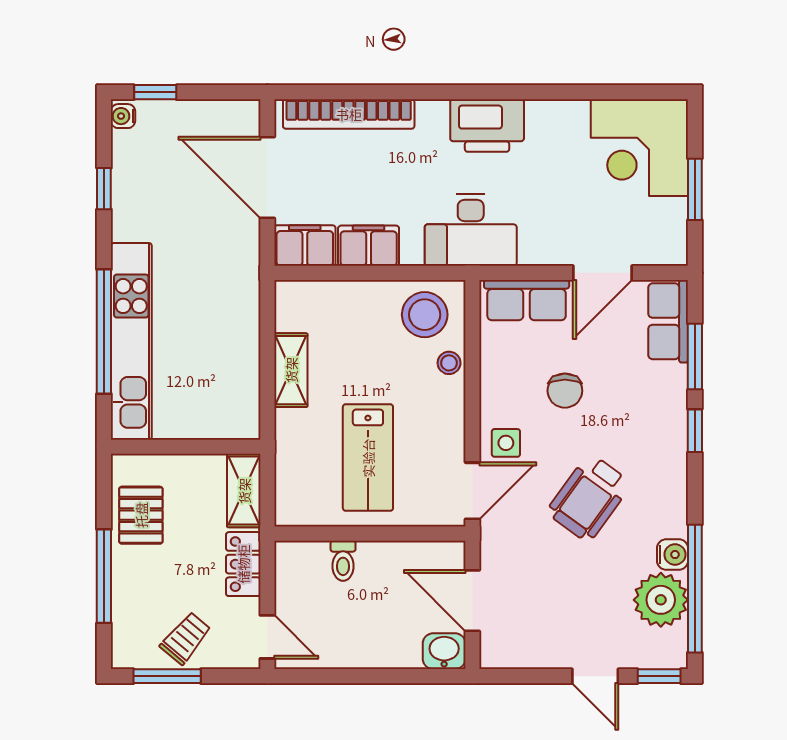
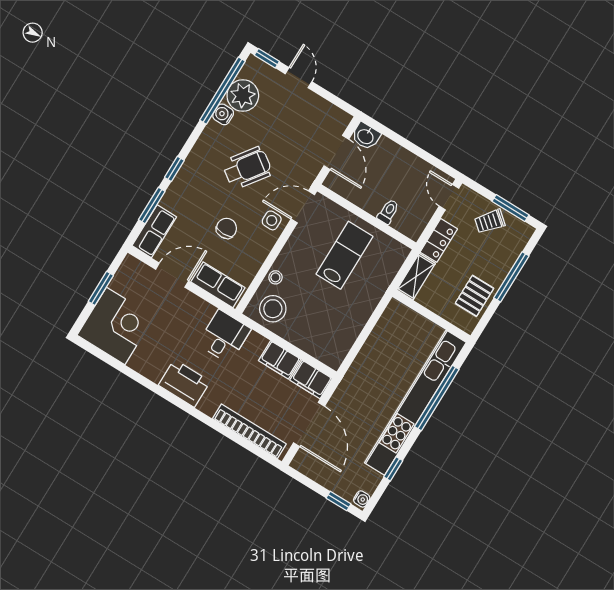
desk: (471, 230) -> (224, 337), width x0.73
kitchen unit: (131, 341) -> (415, 403), width x1.36
shelving: (291, 370) -> (356, 322), removed

